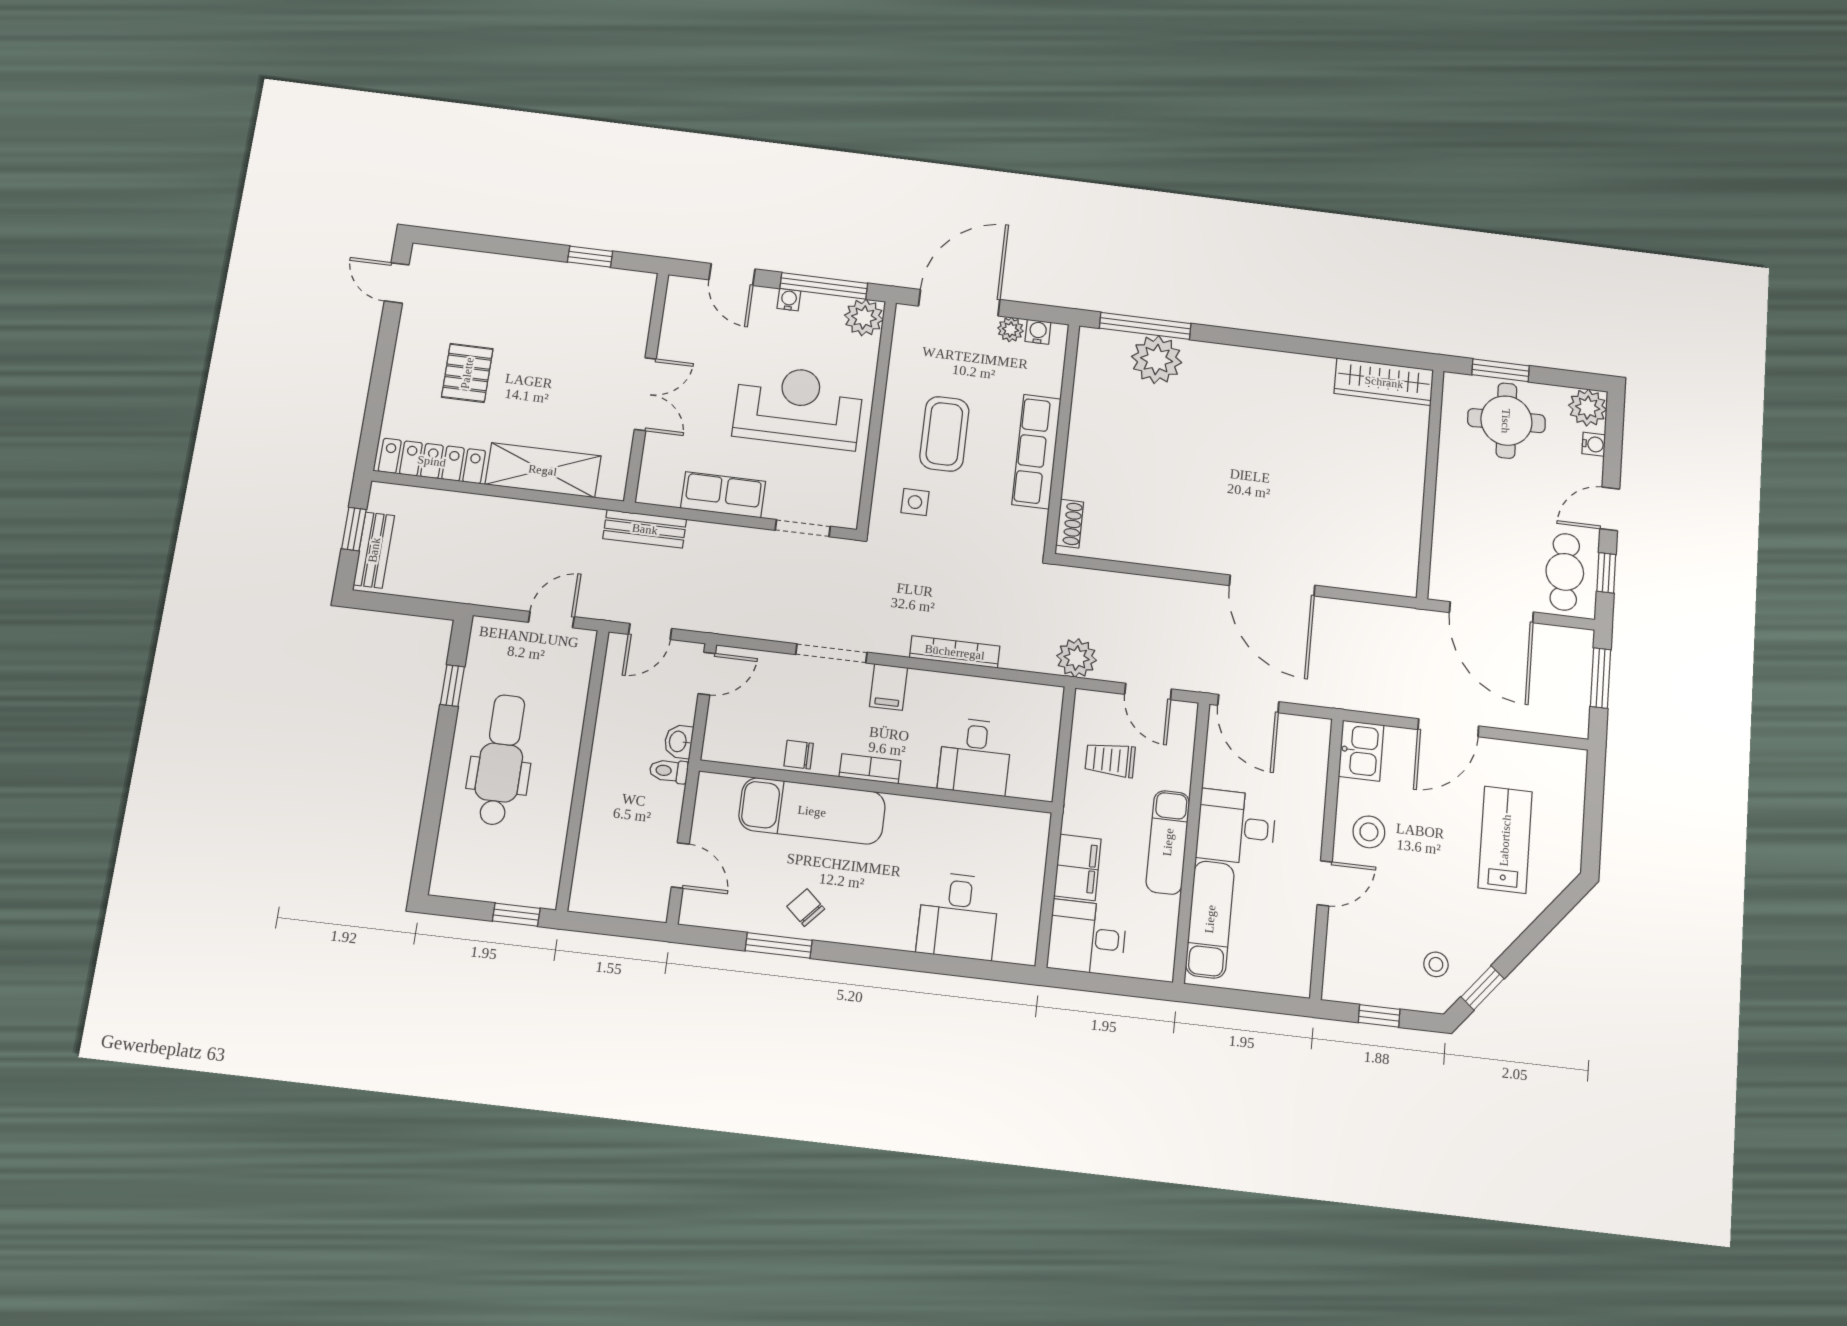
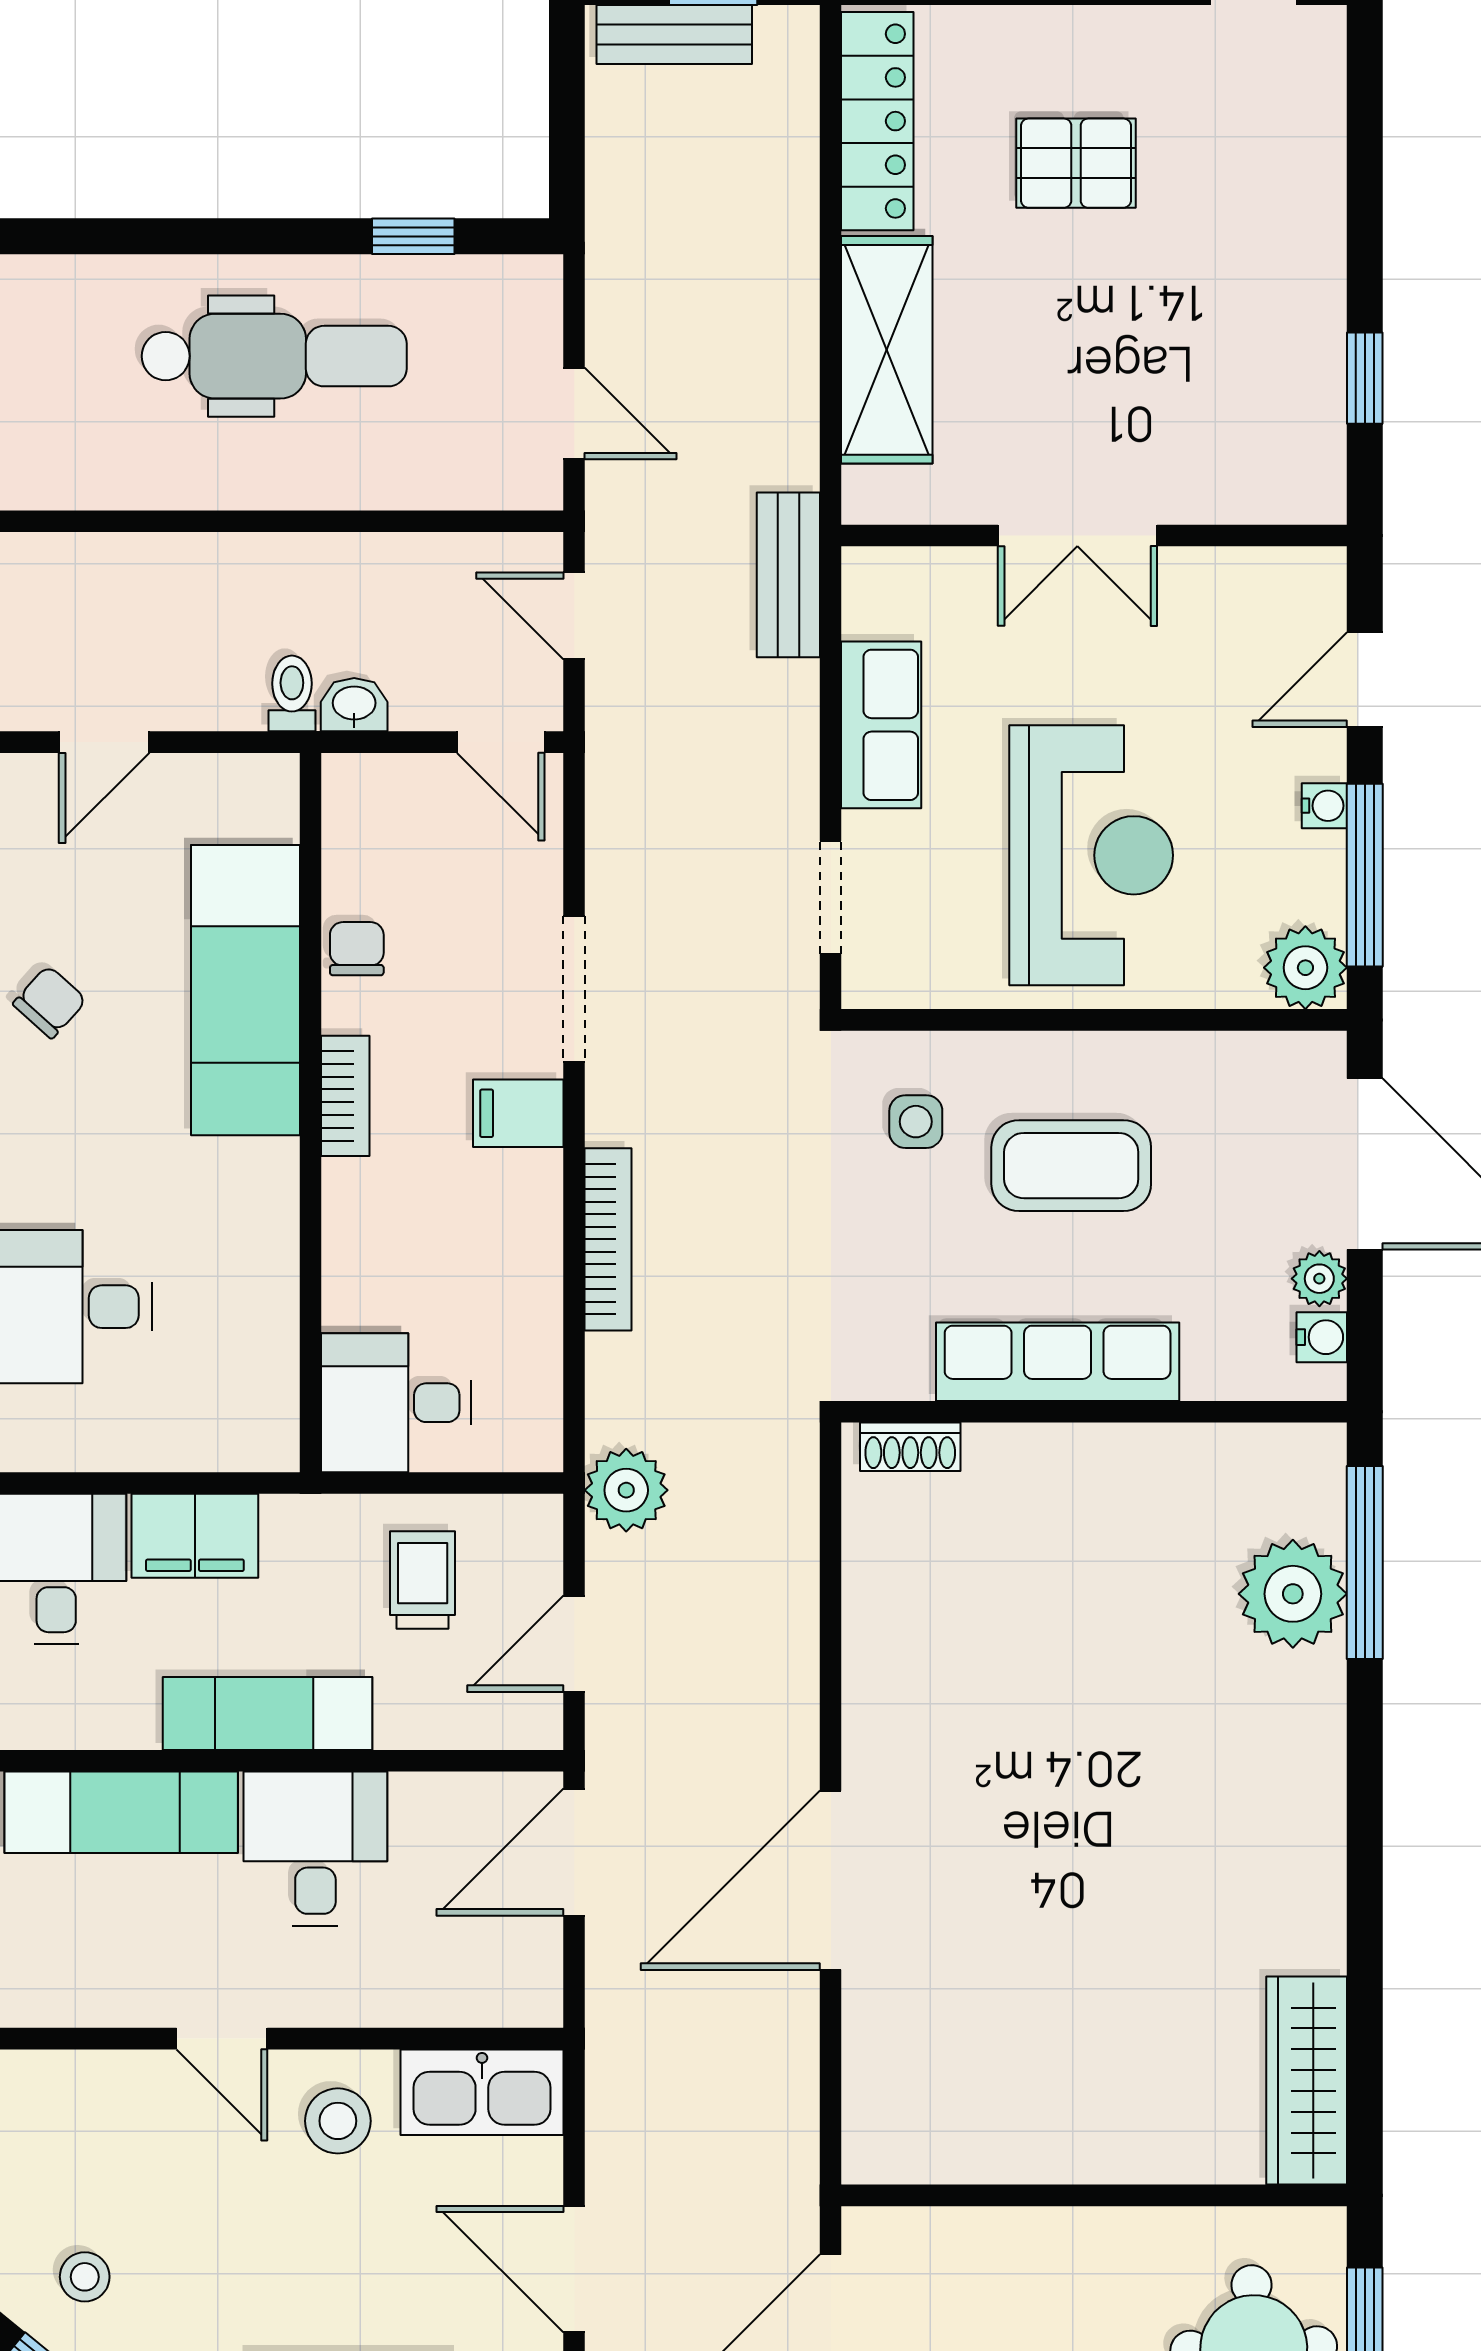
kitchen sink: (1361, 751) -> (482, 2092), width x1.38
desk: (975, 756) -> (396, 1403), moved

